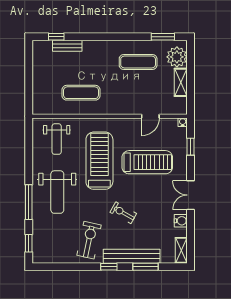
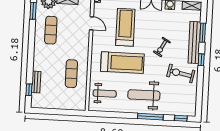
treadmill: (99, 161) -> (122, 63), turned 180
weight bench: (57, 192) -> (144, 95), turned 180

